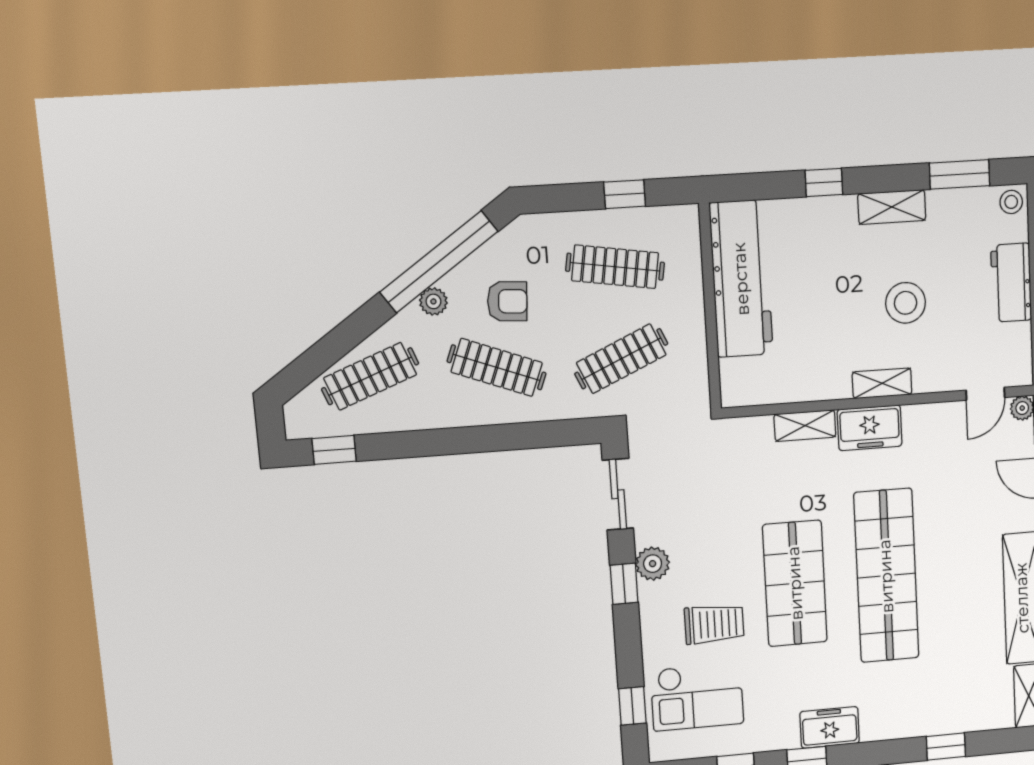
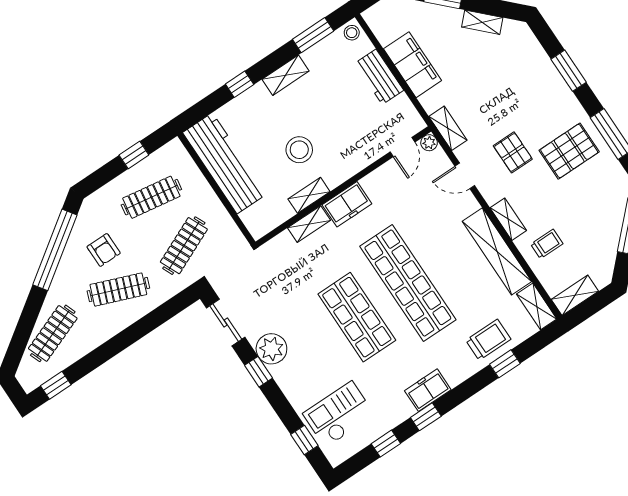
plant: (433, 301) -> (64, 273), removed
armchair: (507, 301) -> (104, 250), turned 86
stool: (906, 303) -> (299, 150), moved
shelving: (882, 383) -> (309, 195), moved
plant: (653, 564) -> (271, 349), width x1.36, depth x1.36
trolley: (714, 624) -> (488, 340), moved
checkout: (697, 697) -> (339, 414), turned 180

